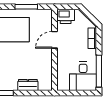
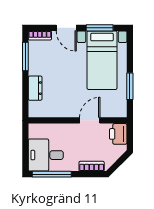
door: (55, 40) -> (90, 120), hinge flipped

